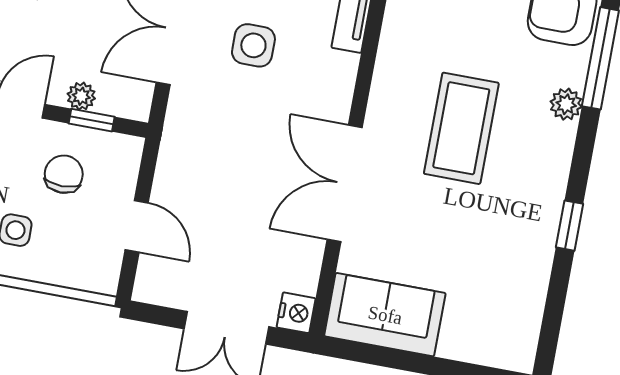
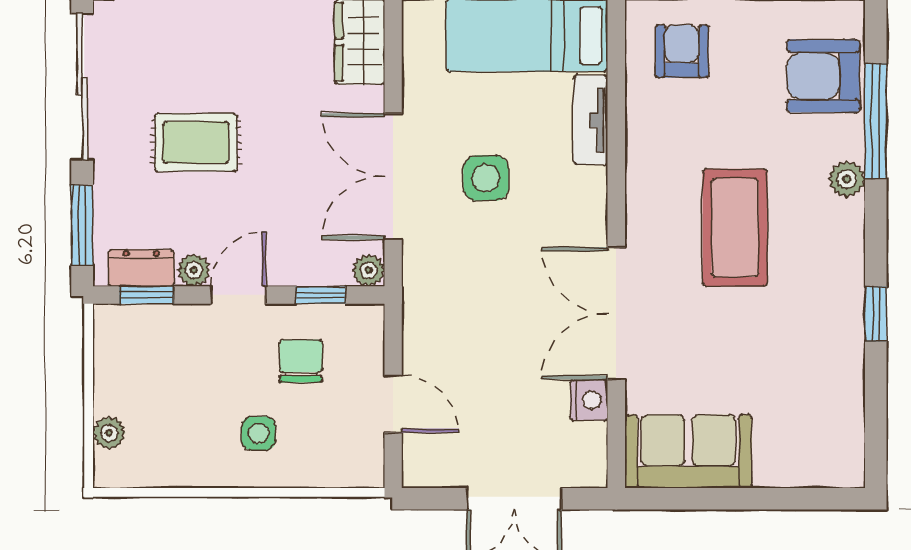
plant: (81, 96) -> (369, 270), moved
nightstand: (296, 313) -> (589, 400), moved

